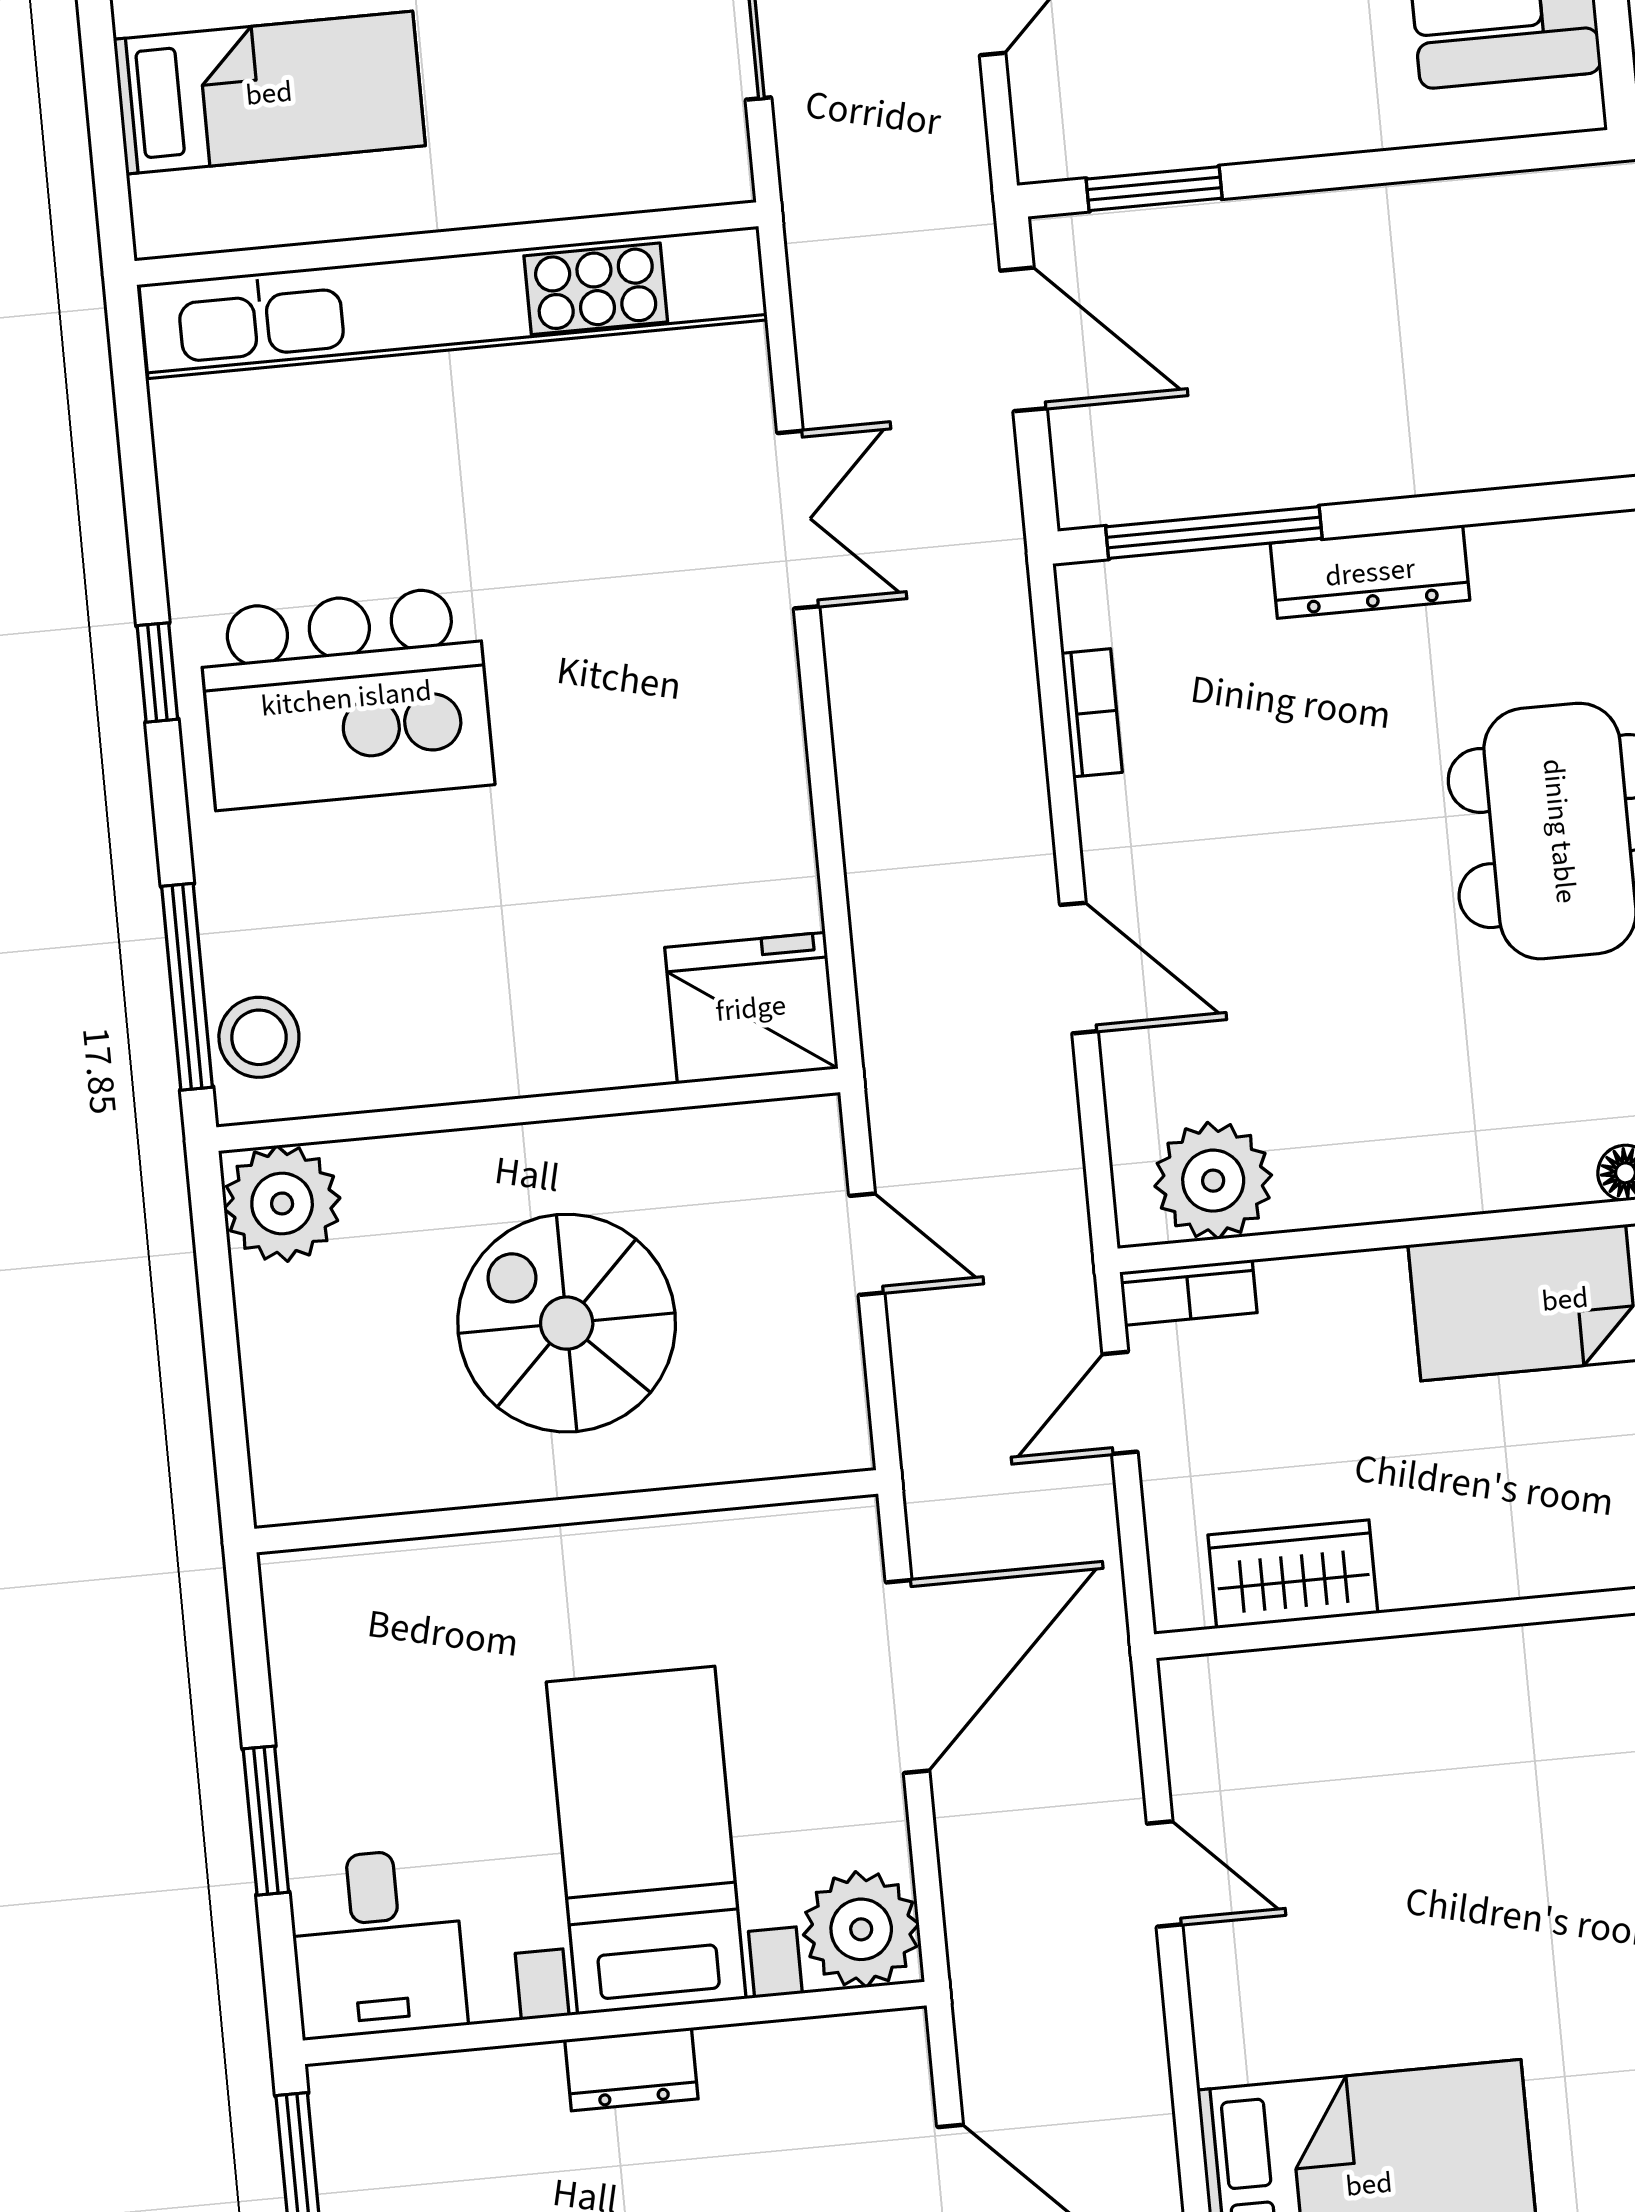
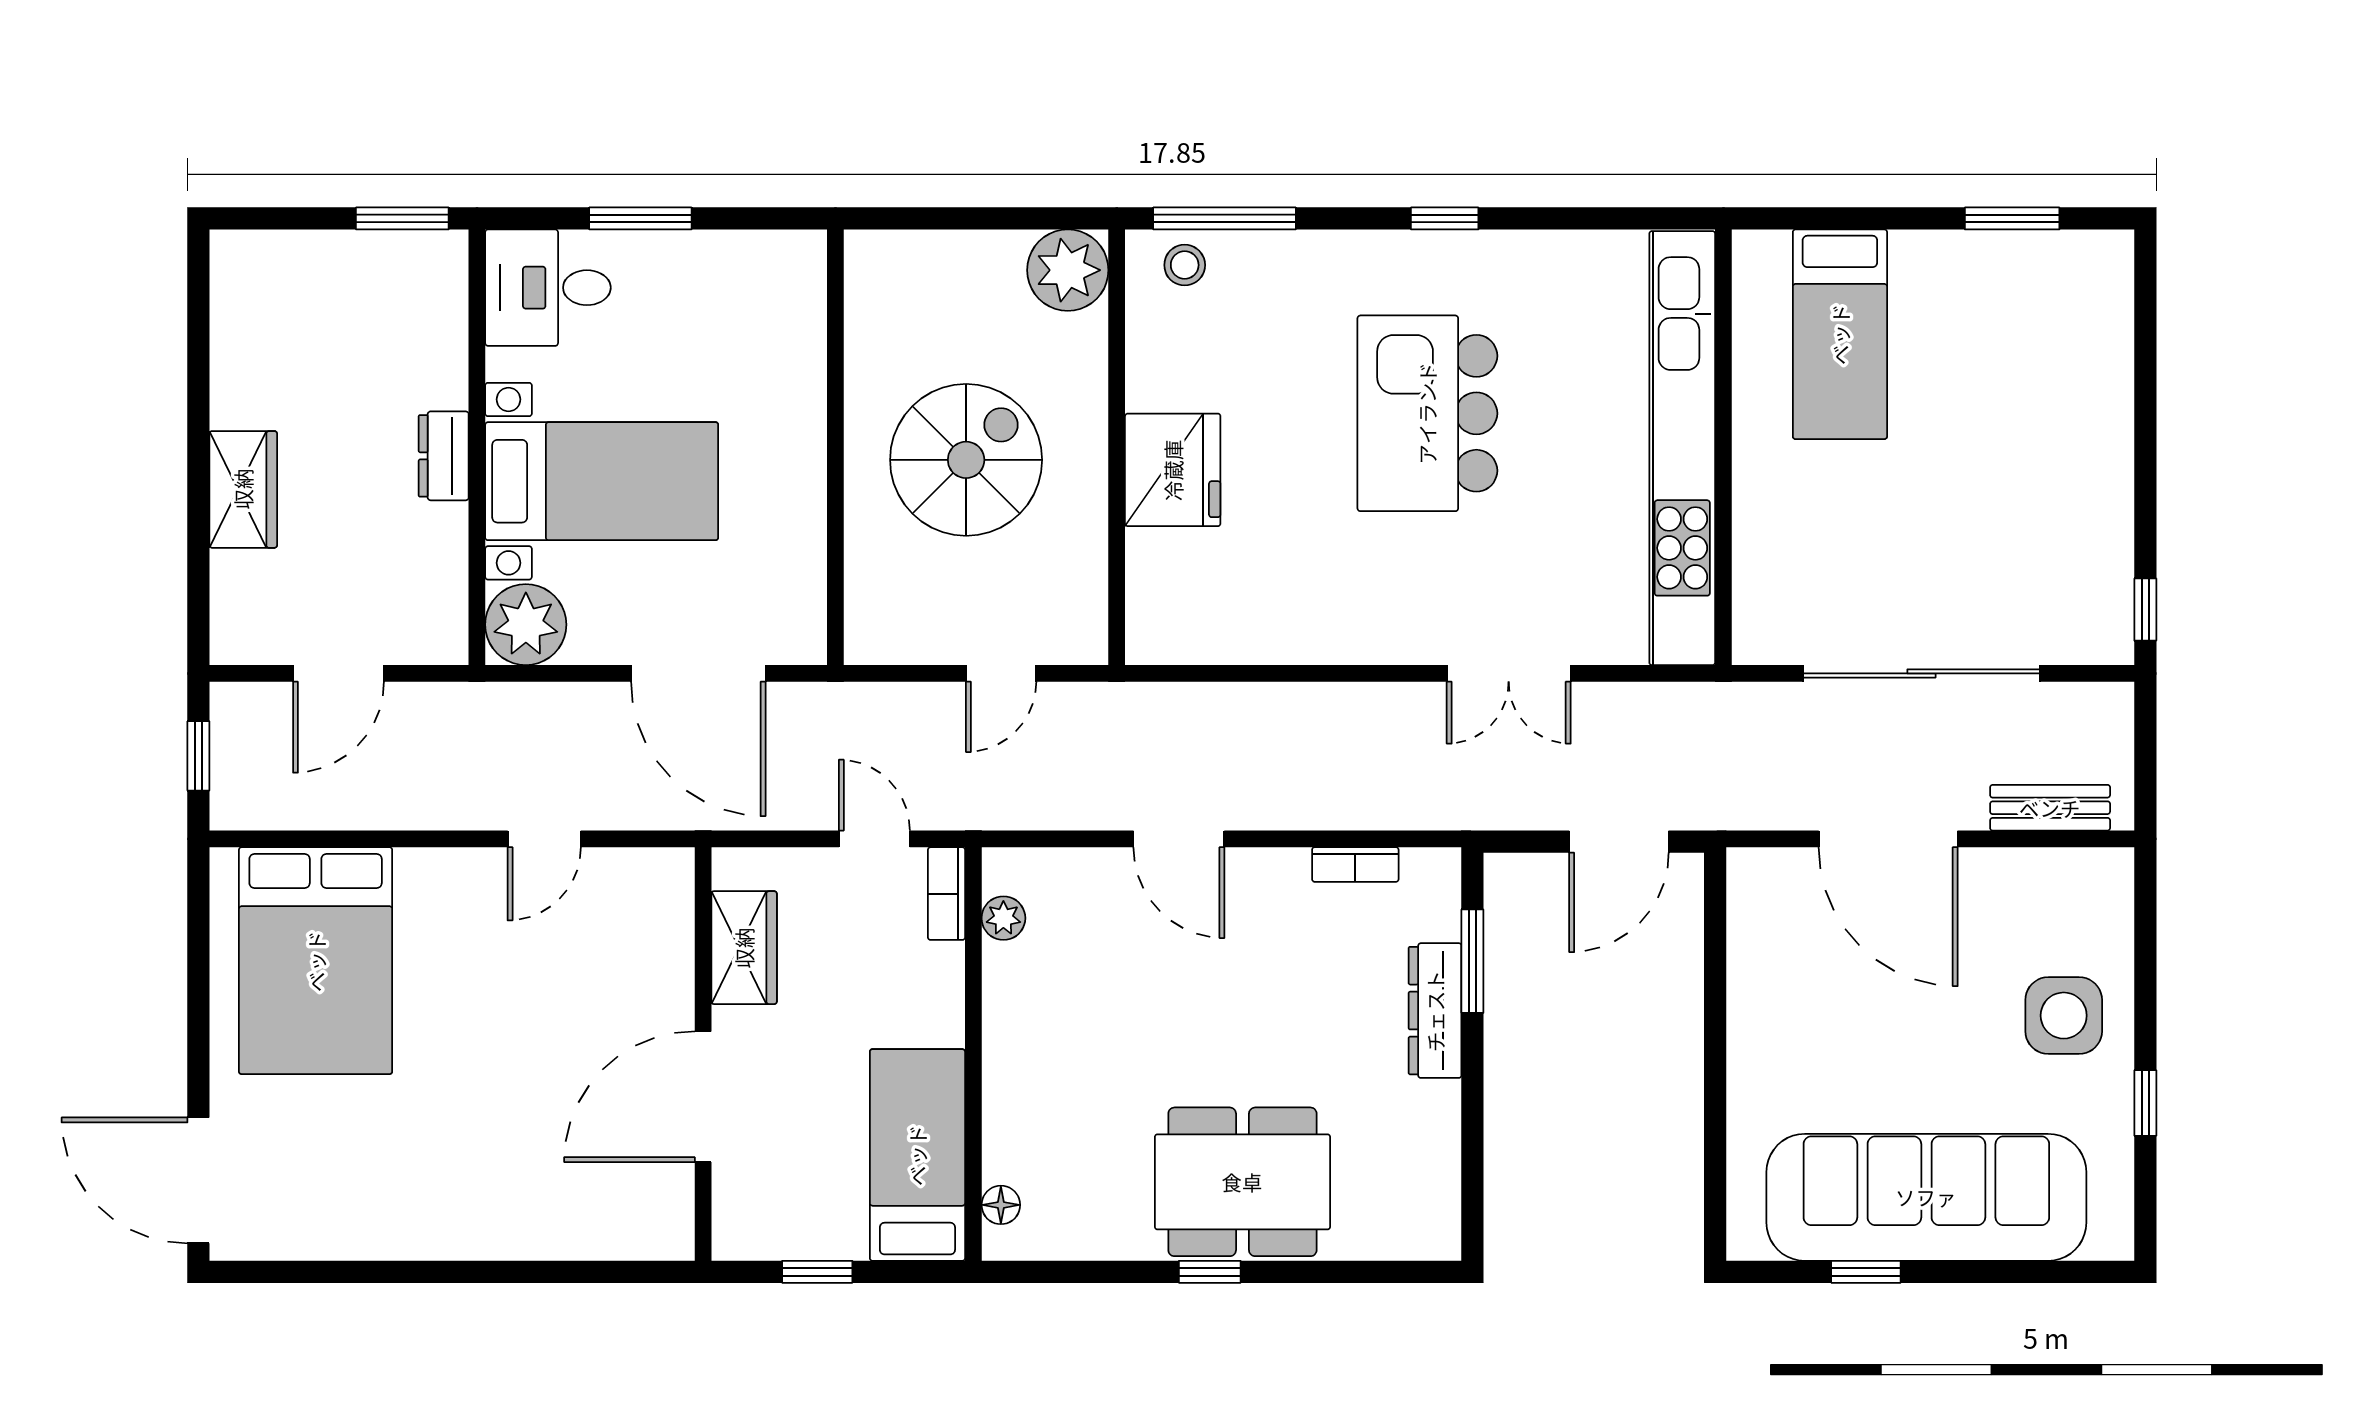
window: (1154, 189) -> (1715, 942), removed
window: (1214, 533) -> (1472, 961), width x0.69
dresser: (1370, 572) -> (1435, 1011), moved
kitchen island: (346, 698) -> (1427, 413), moved
door: (1079, 968) -> (1179, 839), hinge flipped
fridge: (751, 1008) -> (1173, 470), moved
stool: (259, 1037) -> (1185, 265), width x0.73, depth x0.73
plant: (1213, 1181) -> (1003, 918), width x0.53, depth x0.53
door: (1511, 1613) -> (703, 1097), added

